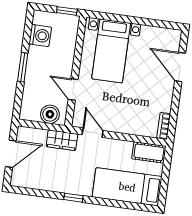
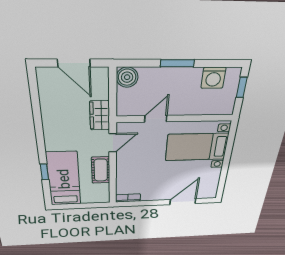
window: (67, 11) -> (242, 87), moved
boiler: (50, 114) -> (127, 77), moved
cot: (149, 152) -> (101, 170), moved
window: (73, 198) -> (44, 172), moved

